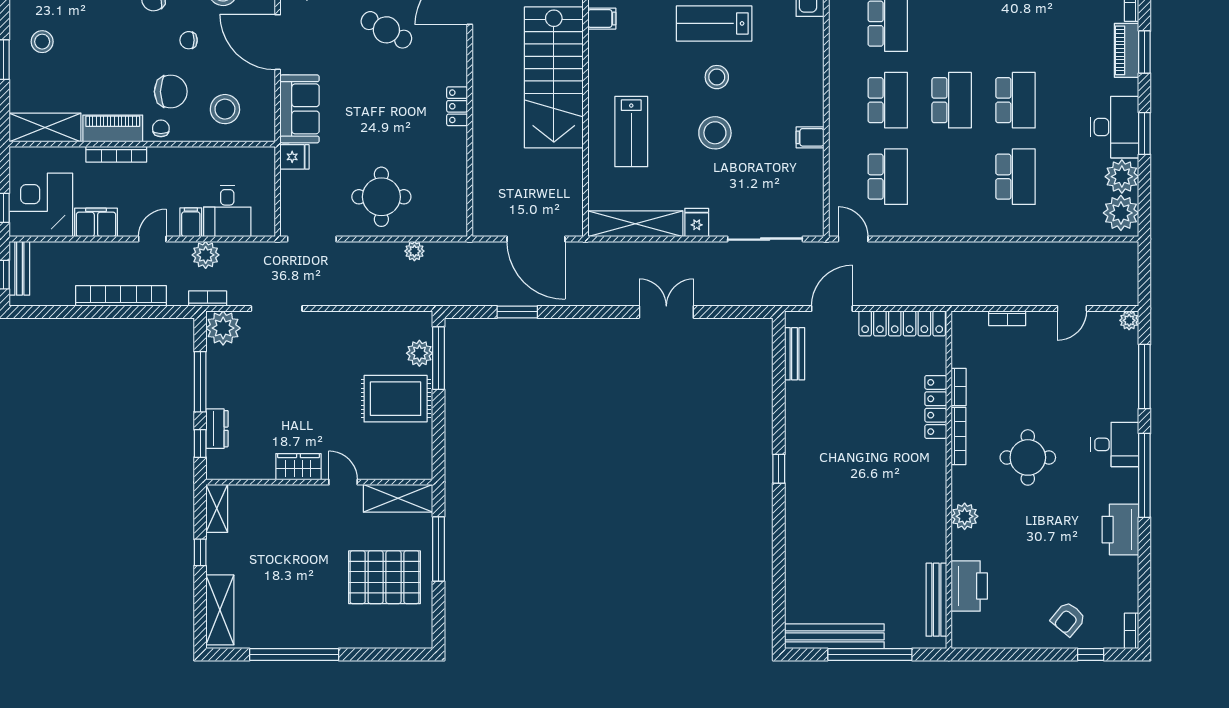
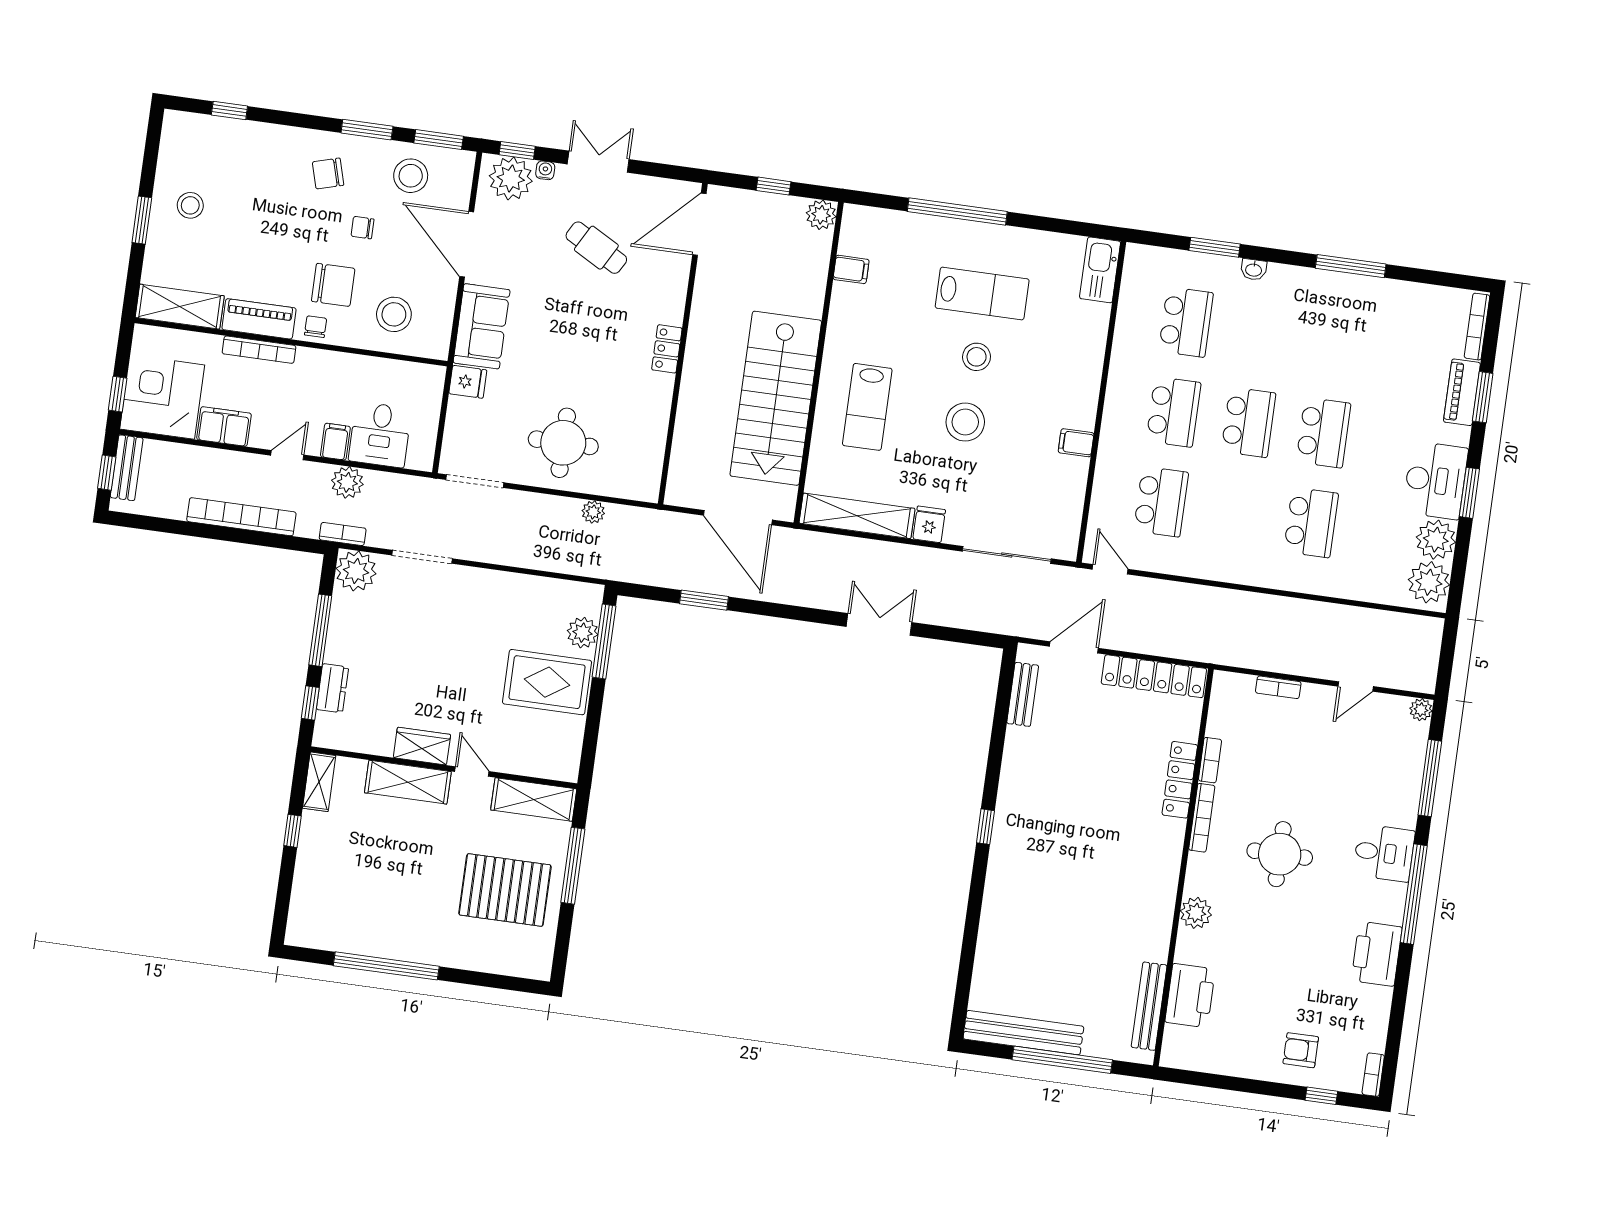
lab bench: (714, 23) -> (982, 293), turned 180
stairs: (554, 77) -> (776, 398), moved
shelving: (220, 610) -> (408, 782), moved, turned 90
armchair: (1068, 619) -> (1301, 1050), turned 50

